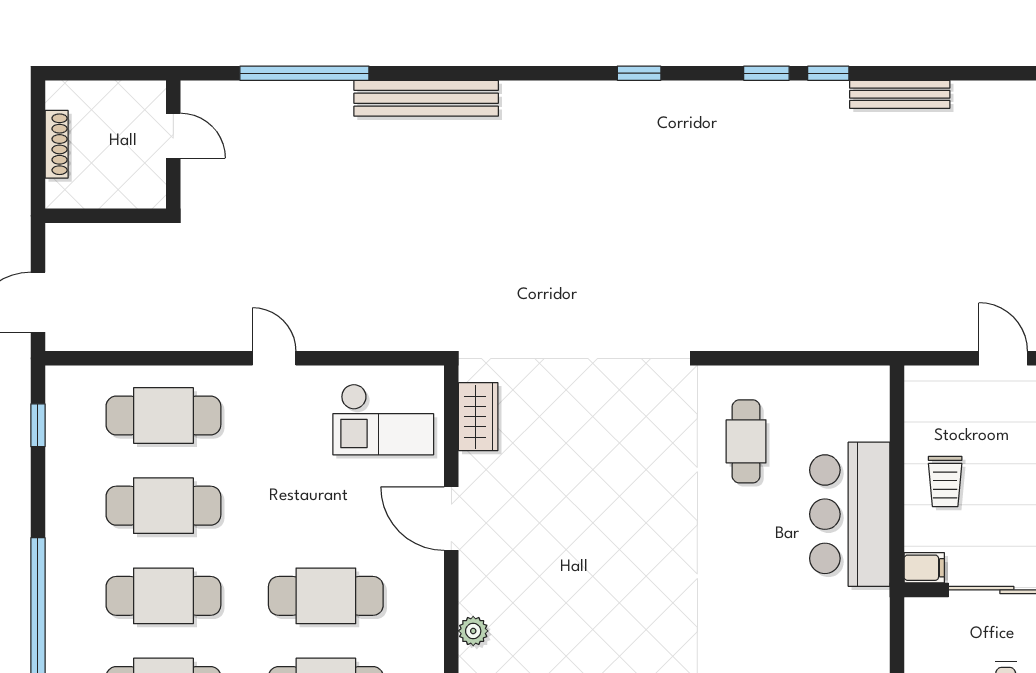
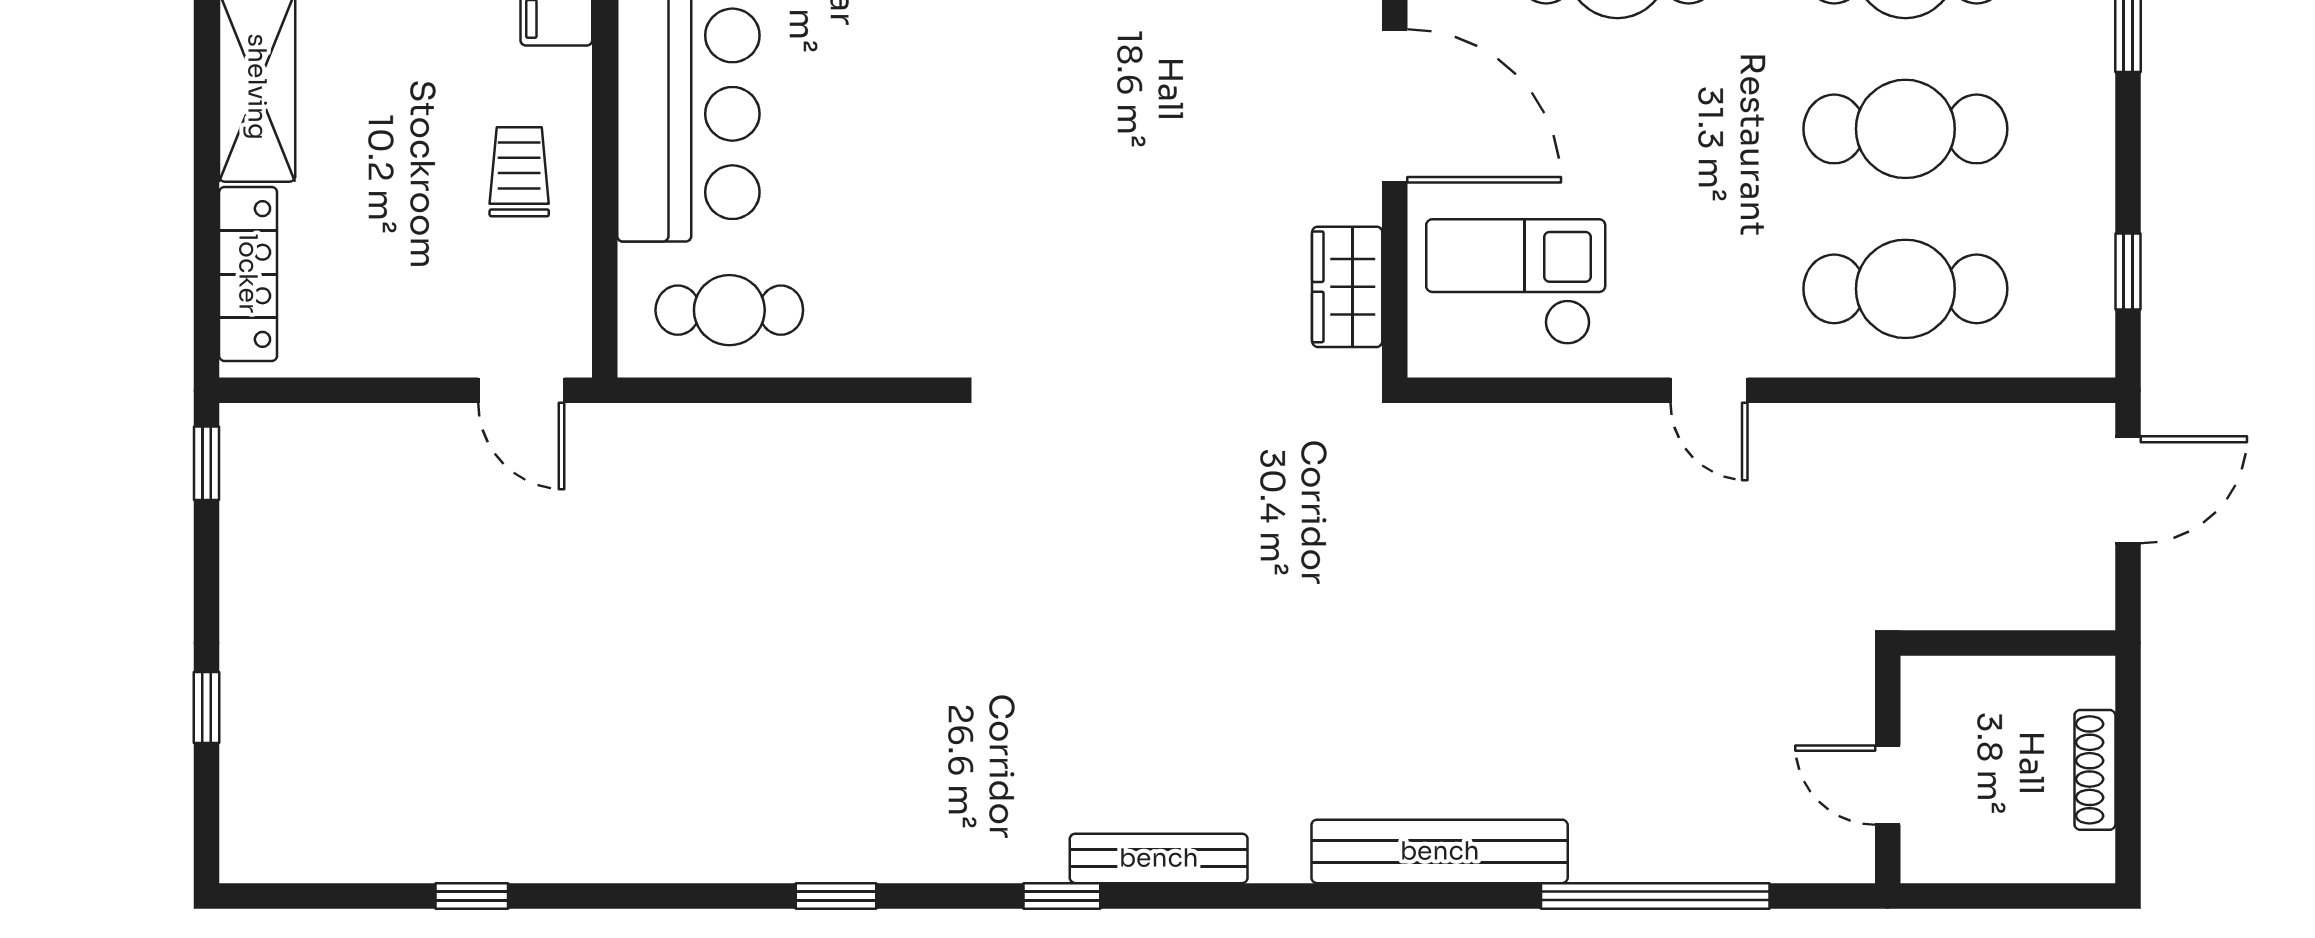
window: (828, 73) -> (472, 896), moved
bench: (900, 94) -> (1159, 858), moved
door: (1003, 358) -> (521, 390), moved
cafe table: (746, 441) -> (729, 310), moved, turned 90
door: (451, 519) -> (1395, 106), width x1.36

